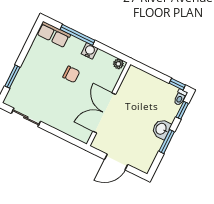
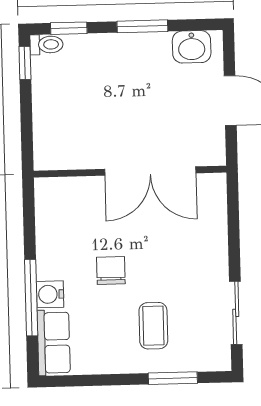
water cooler: (90, 51) -> (50, 294), moved
plant: (118, 64) -> (45, 193), removed
coffee table: (39, 80) -> (153, 326), added
washbasin: (161, 129) -> (192, 47), moved

